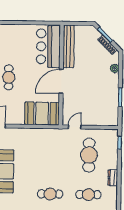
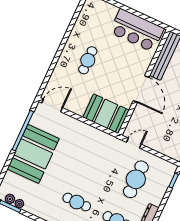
bar counter: (48, 46) -> (137, 30), moved, turned -90
door: (61, 81) -> (141, 89), swing flipped

